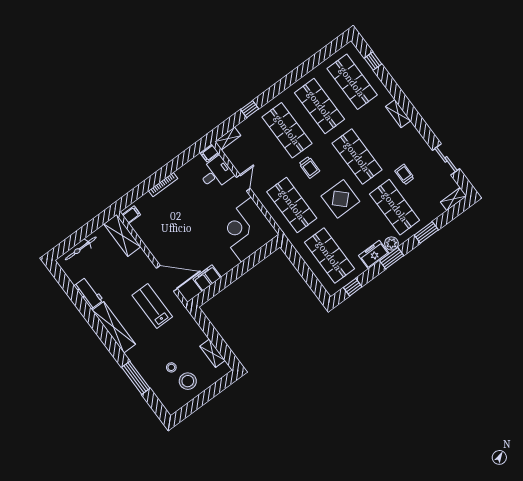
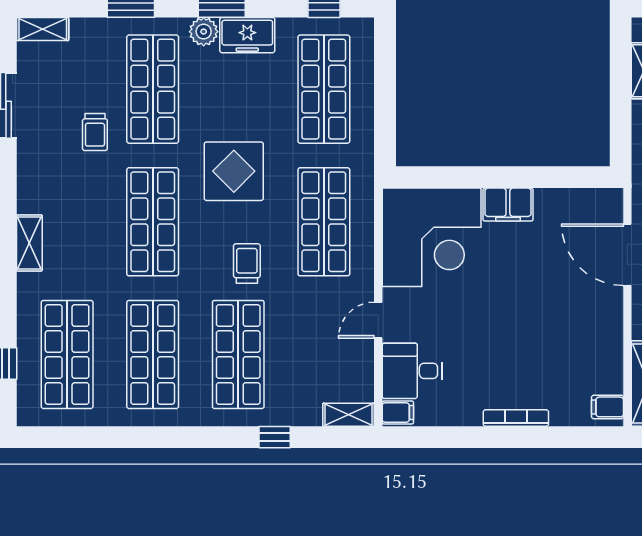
filing cabinet: (207, 278) -> (508, 205), moved

